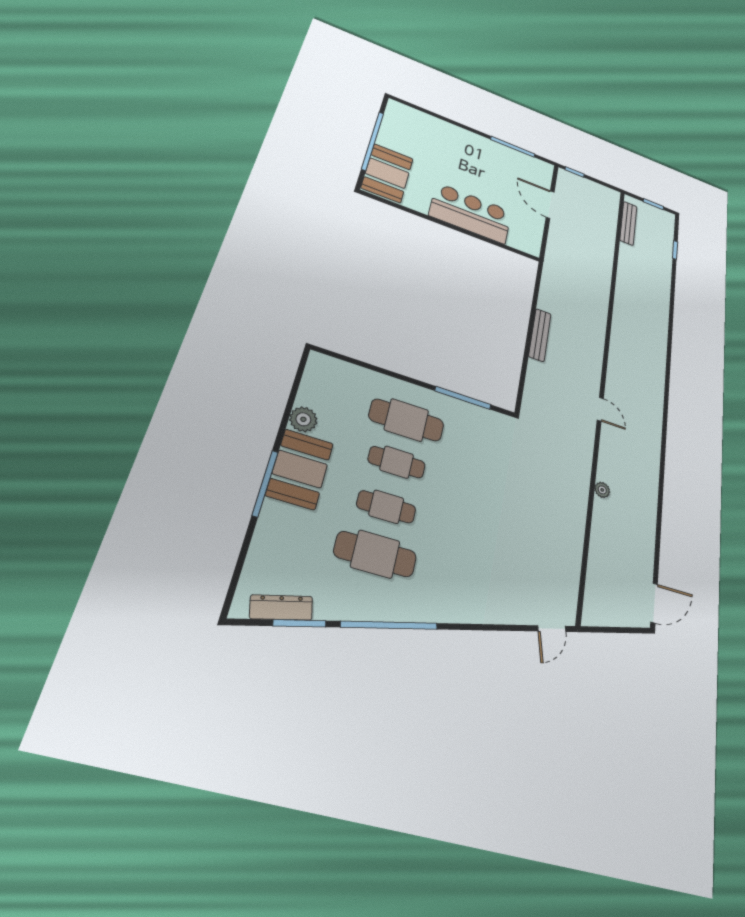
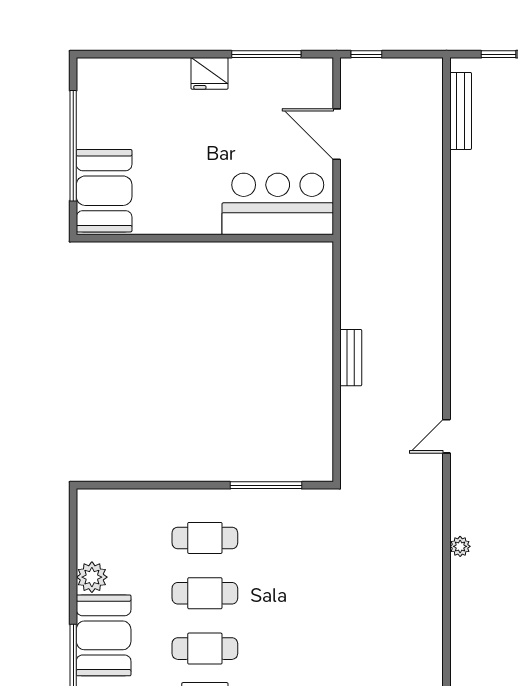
fridge: (474, 141) -> (209, 73), added
bar counter: (471, 213) -> (278, 204), moved
bench: (540, 335) -> (351, 358), width x0.73
door: (600, 409) -> (446, 436), swing flipped
cafe table: (406, 420) -> (205, 538), width x0.73, depth x0.74

